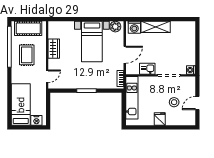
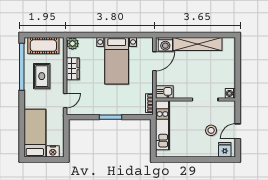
plant: (115, 27) -> (72, 44), moved
shelving: (156, 27) -> (198, 44), width x1.47
door: (125, 55) -> (154, 61), moved
kitchen sink: (147, 69) -> (164, 92), moved
fridge: (160, 119) -> (225, 150), moved

